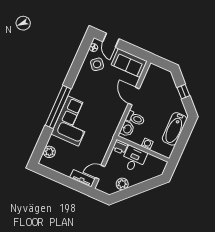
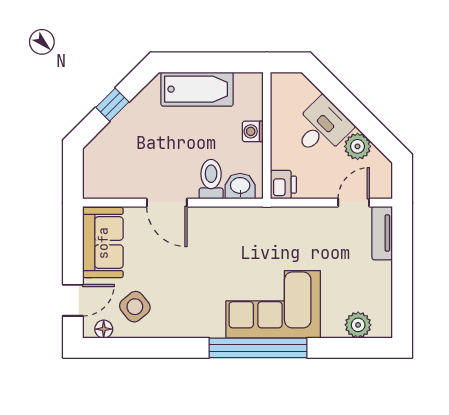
door: (134, 96) -> (167, 203), hinge flipped
desk: (134, 159) -> (322, 128), moved, turned 135
door: (100, 172) -> (354, 203), swing flipped

